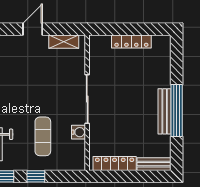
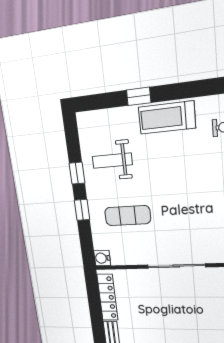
water cooler: (79, 132) -> (102, 258), moved, turned 90

